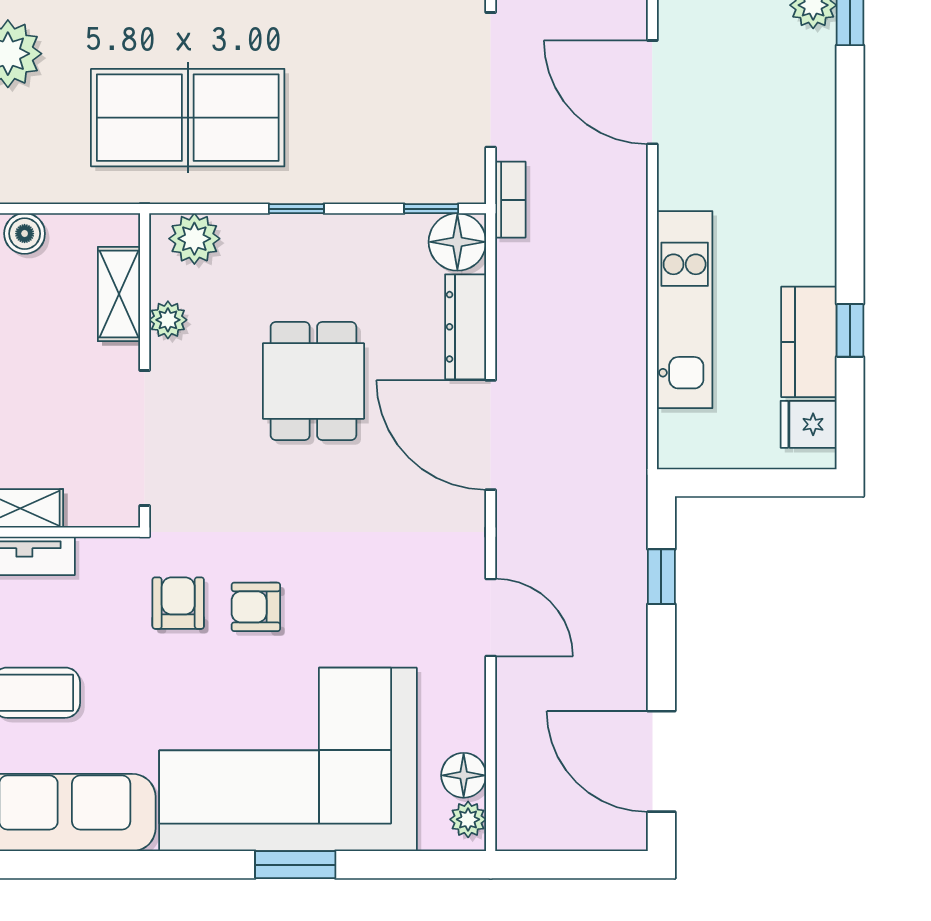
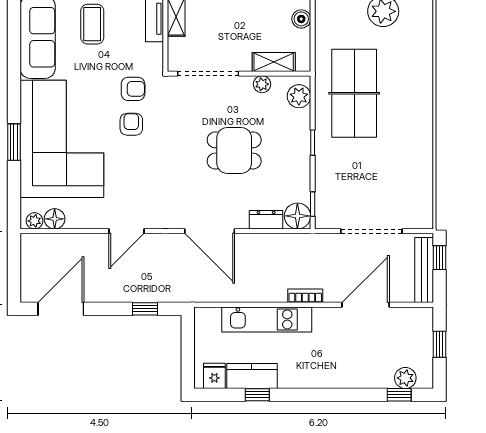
bookcase: (510, 200) -> (305, 296), moved, turned 180
dresser: (466, 327) -> (266, 220), width x0.70
door: (491, 435) -> (210, 231), swing flipped

